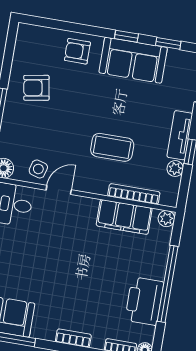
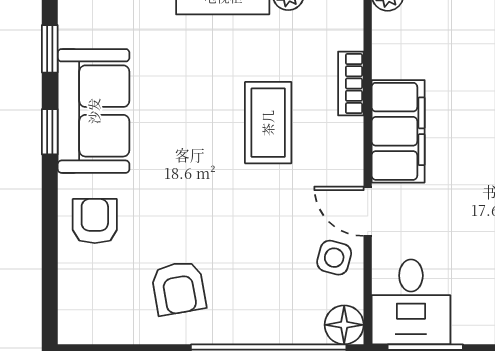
armchair: (77, 51) -> (95, 221), turned 180
bookcase: (134, 194) -> (351, 84), width x0.64
filing cabinet: (124, 217) -> (398, 131), moved

